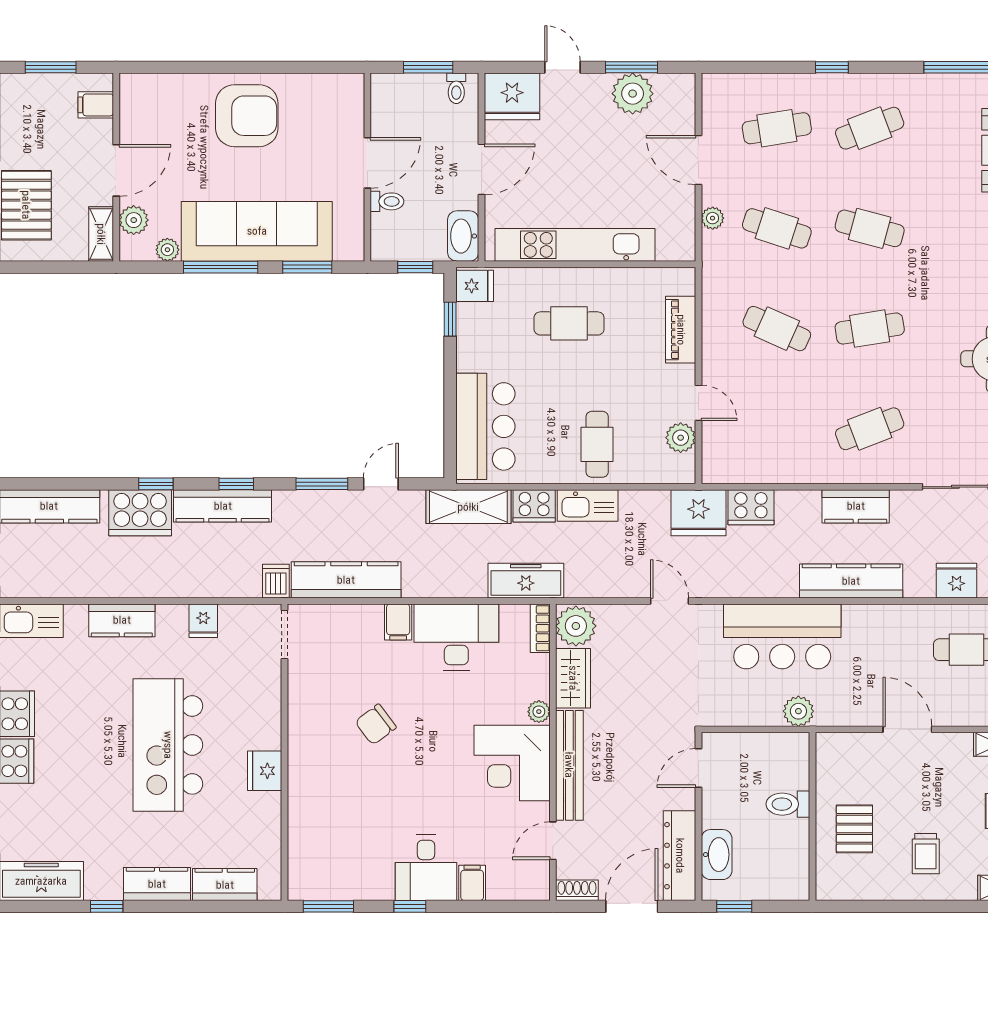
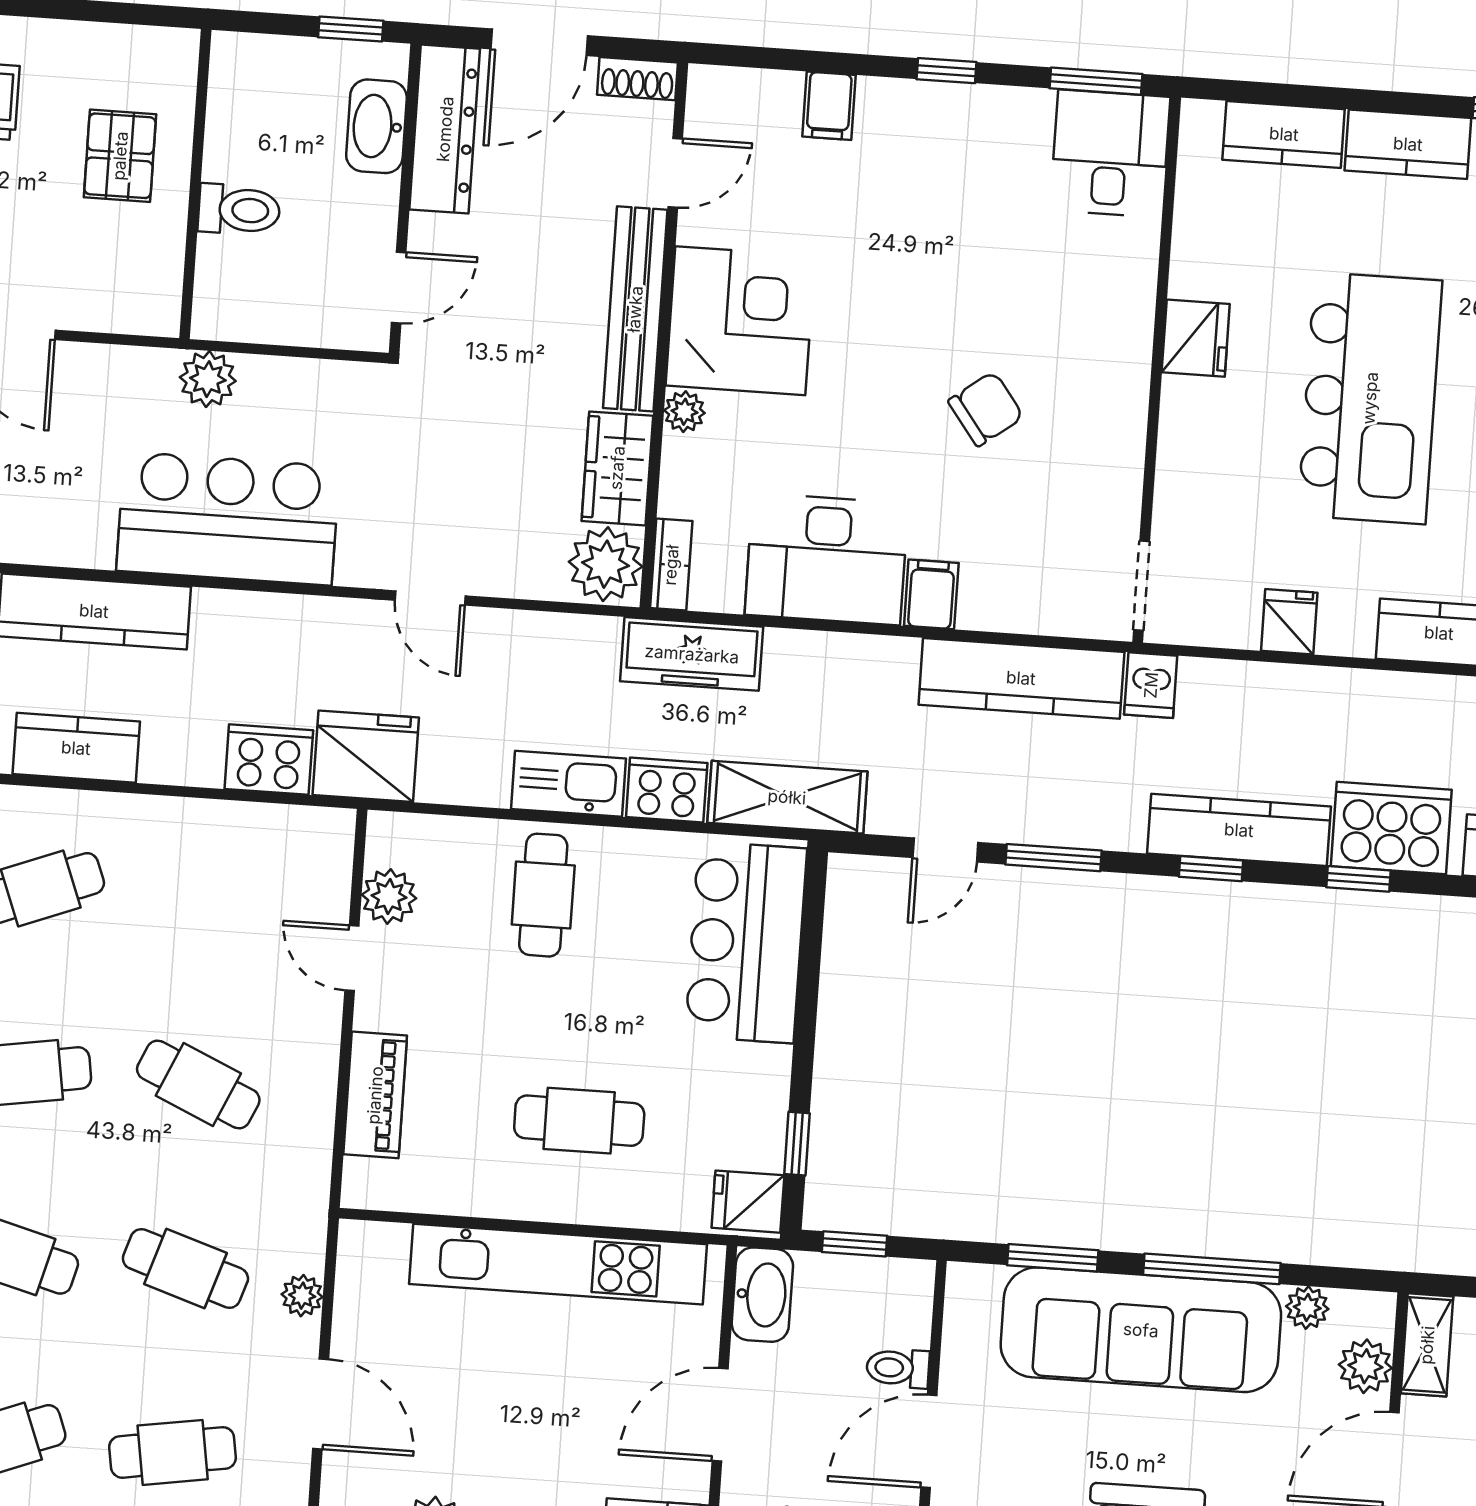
desk: (426, 868) -> (1110, 153), moved

